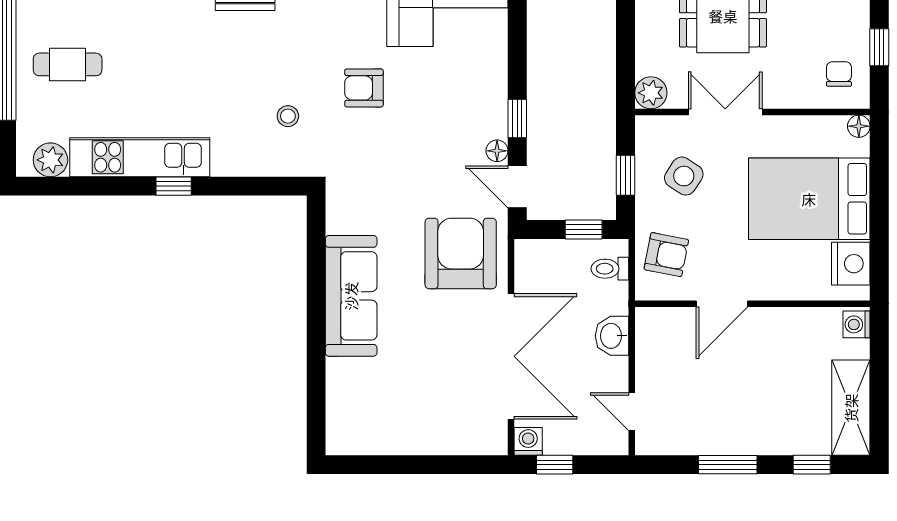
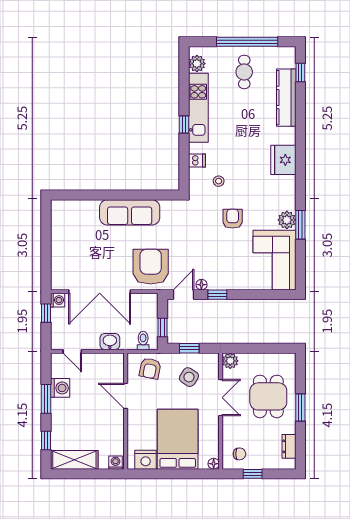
dishwasher: (246, 160) -> (197, 160), added
armchair: (461, 253) -> (151, 267), turned -90
door: (632, 412) -> (72, 351), swing flipped
washing machine: (706, 436) -> (60, 388), added

